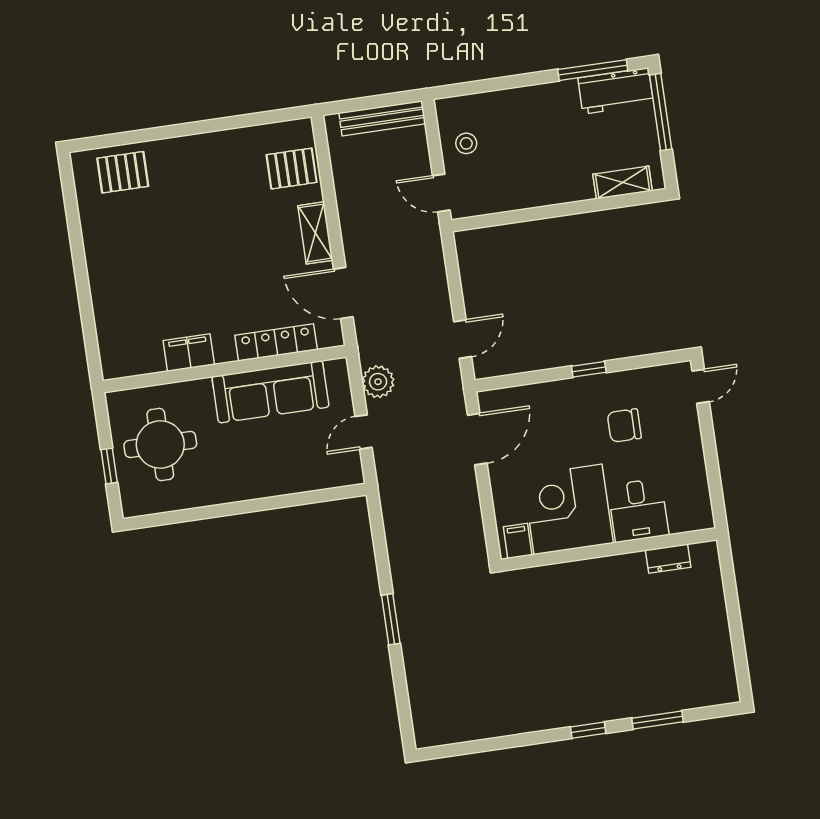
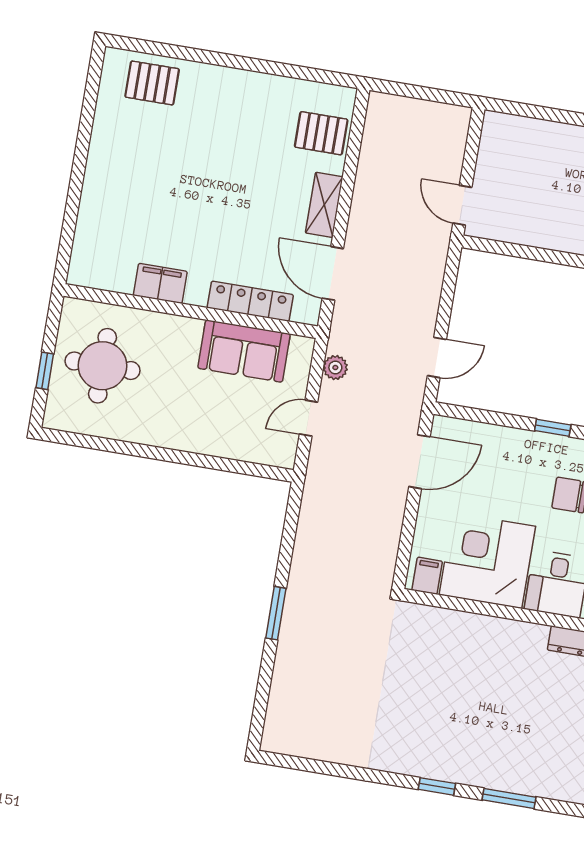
bench: (382, 118) -> (427, 112), removed
stool: (466, 143) -> (503, 164), removed
plant: (378, 382) -> (335, 368), width x0.73, depth x0.73
sofa: (270, 392) -> (244, 351), width x0.73

